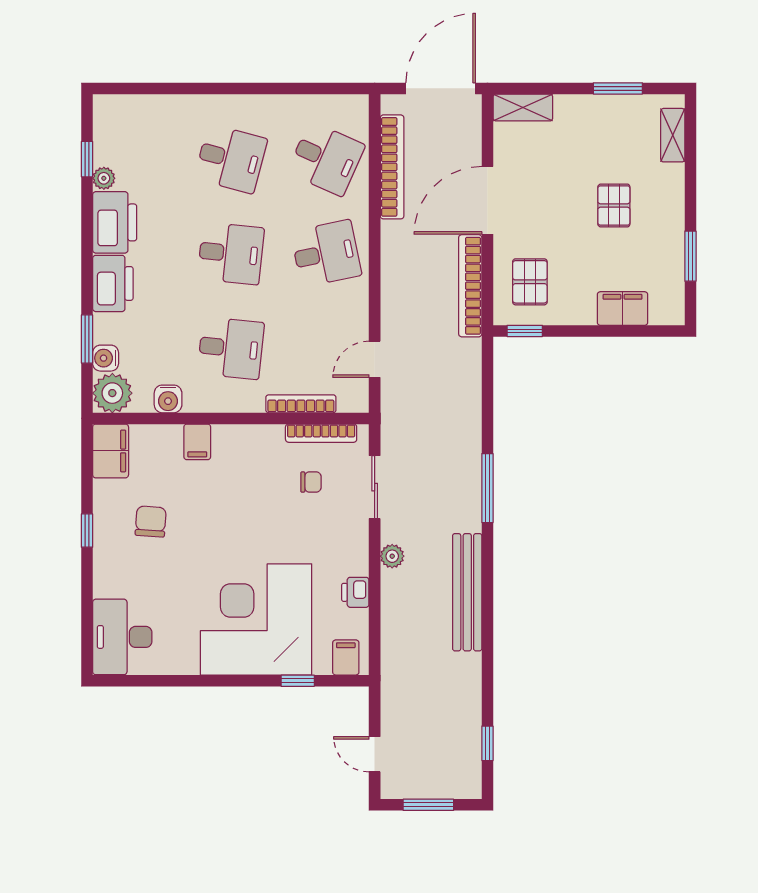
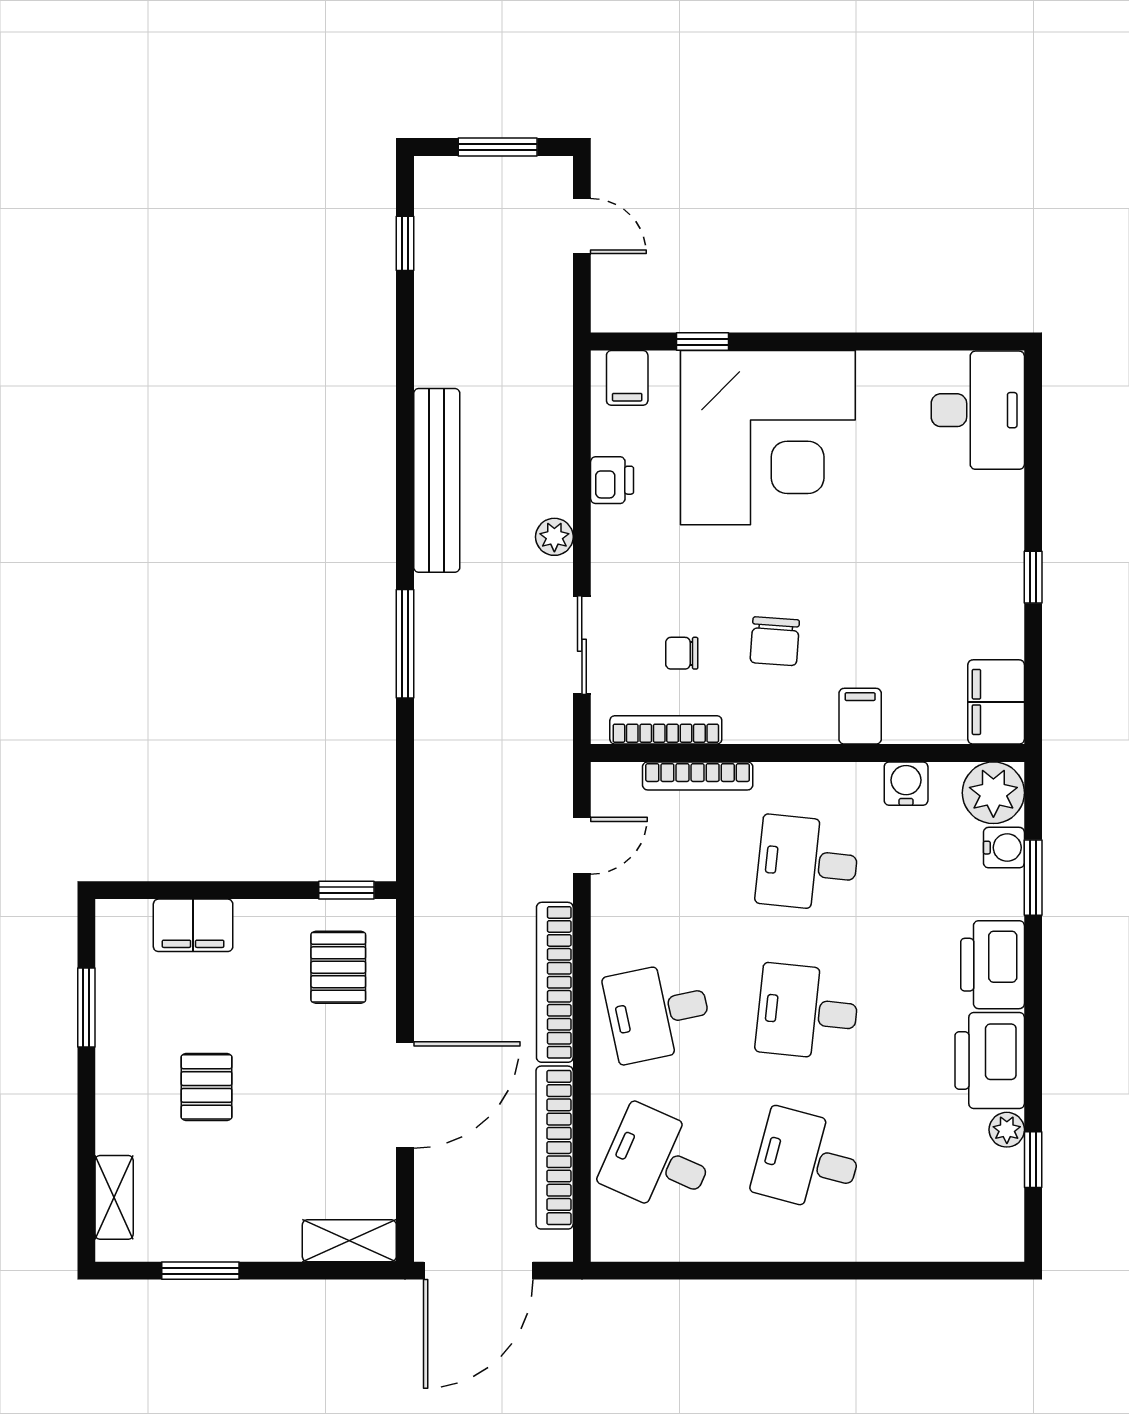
bookcase: (470, 286) -> (555, 982), moved, turned 180
chair: (151, 521) -> (775, 641), moved

